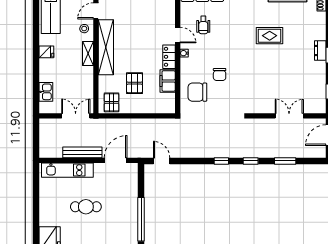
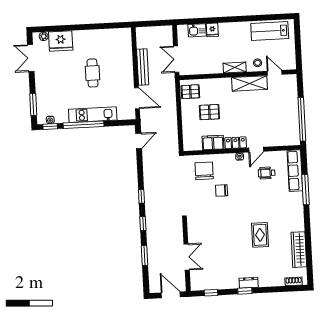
shelving: (106, 47) -> (249, 83), width x0.68
fridge: (46, 52) -> (212, 30), moved
double door: (76, 116) -> (176, 59), swing flipped
kitchen unit: (67, 170) -> (93, 115), moved, turned 90

